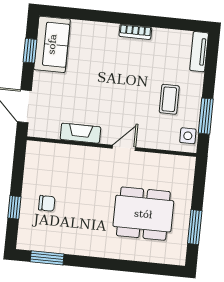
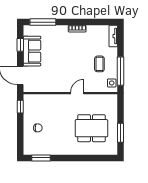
window: (75, 14) -> (43, 22), added
sofa: (52, 44) -> (32, 51), moved
window: (206, 116) -> (121, 71), width x1.44
fireplace: (80, 133) -> (52, 87), removed
window: (14, 207) -> (20, 107), moved

